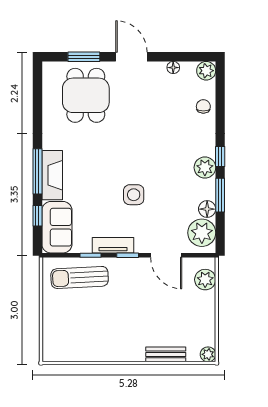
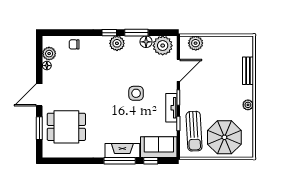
plant: (206, 71) -> (49, 54), moved
parasol: (71, 321) -> (224, 137), added
plant: (208, 354) -> (248, 105), moved

